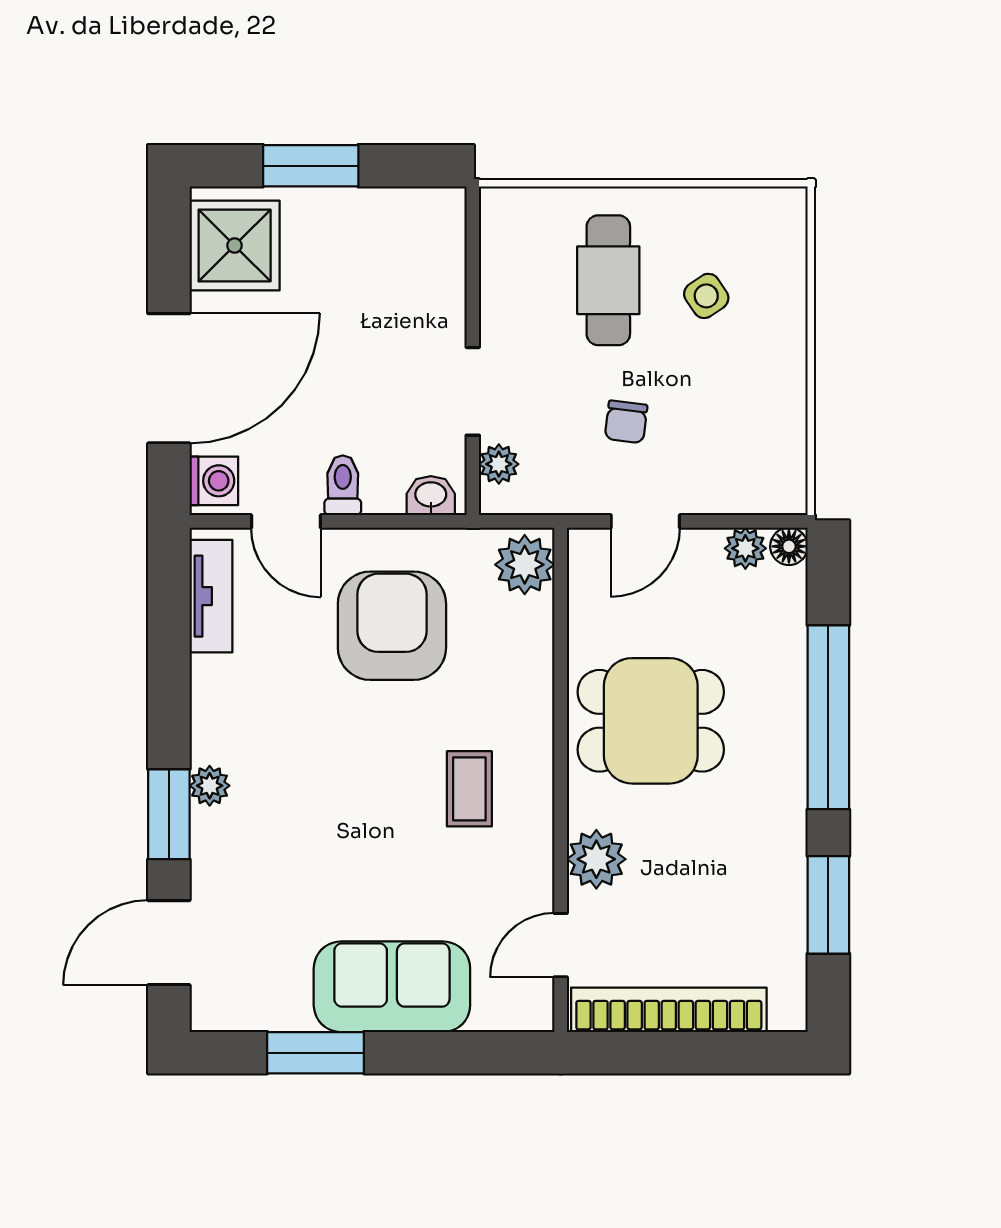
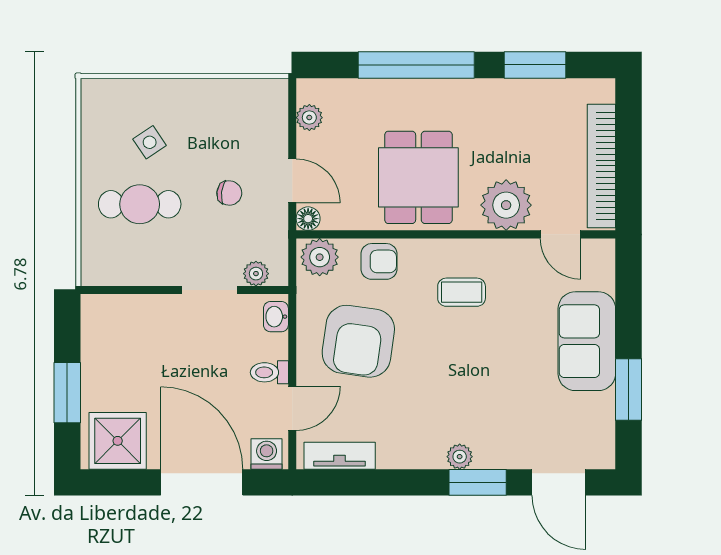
floor lamp: (789, 546) -> (308, 219), moved
armchair: (392, 626) -> (358, 341), turned -82
armchair: (518, 658) -> (379, 261), added
plant: (596, 859) -> (506, 205), width x1.36, depth x1.36

